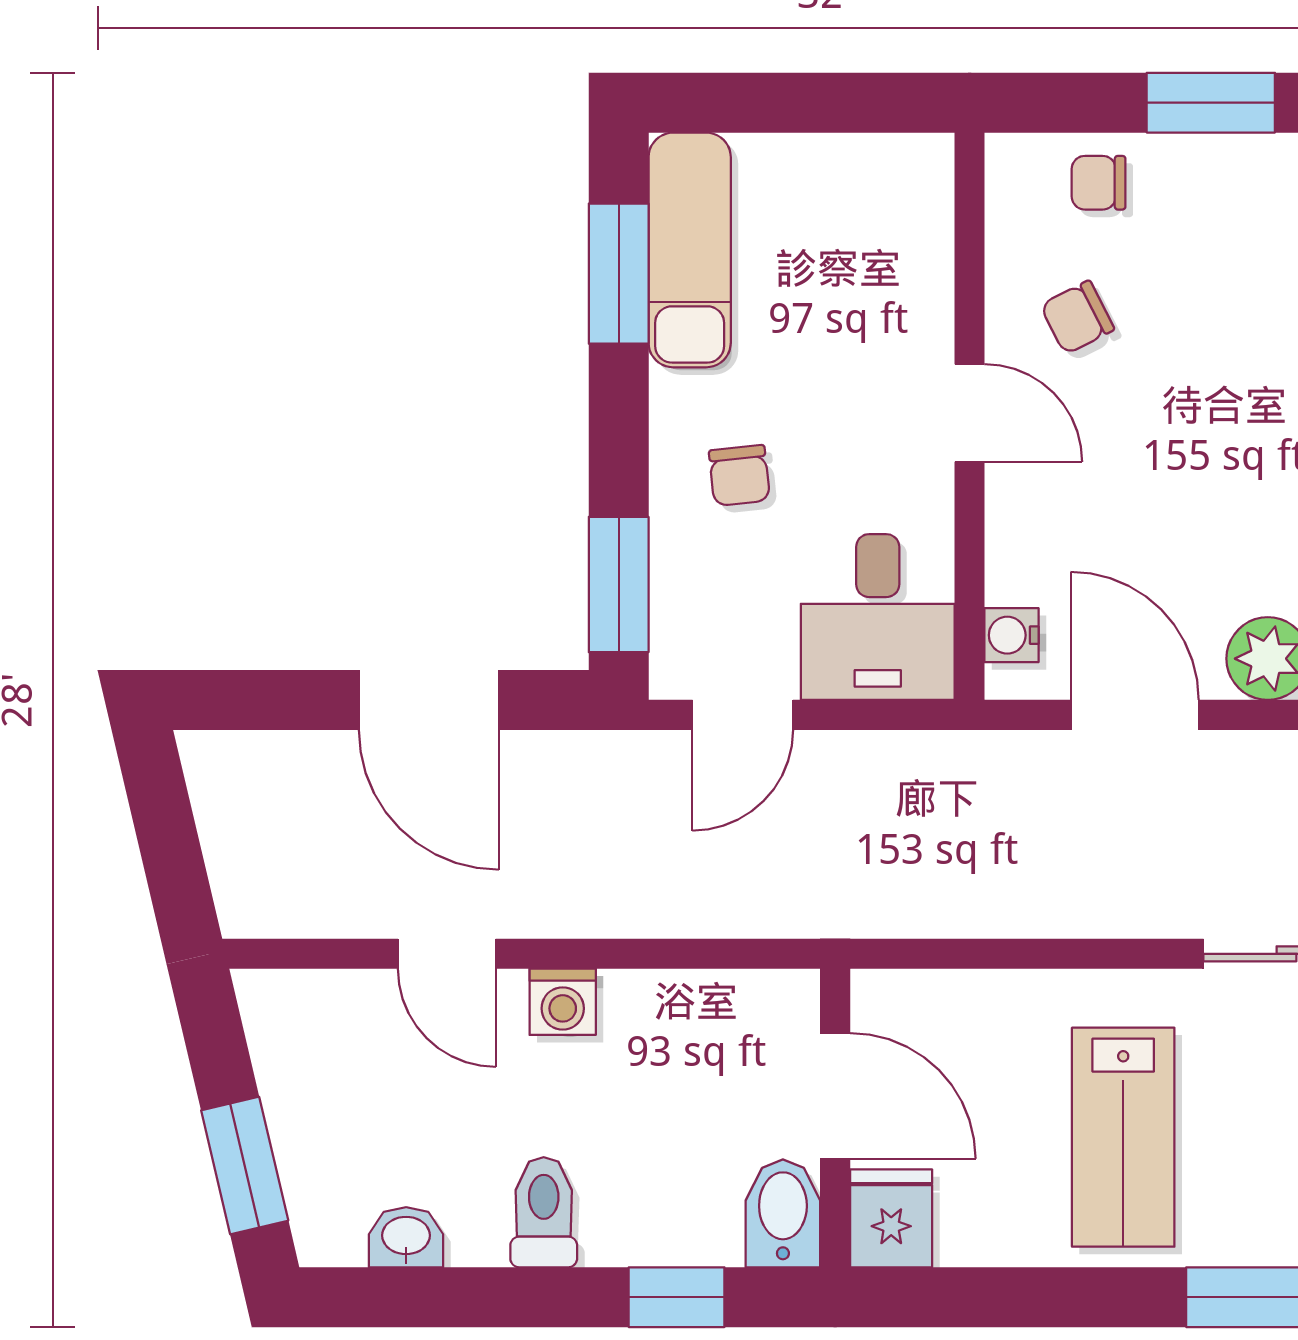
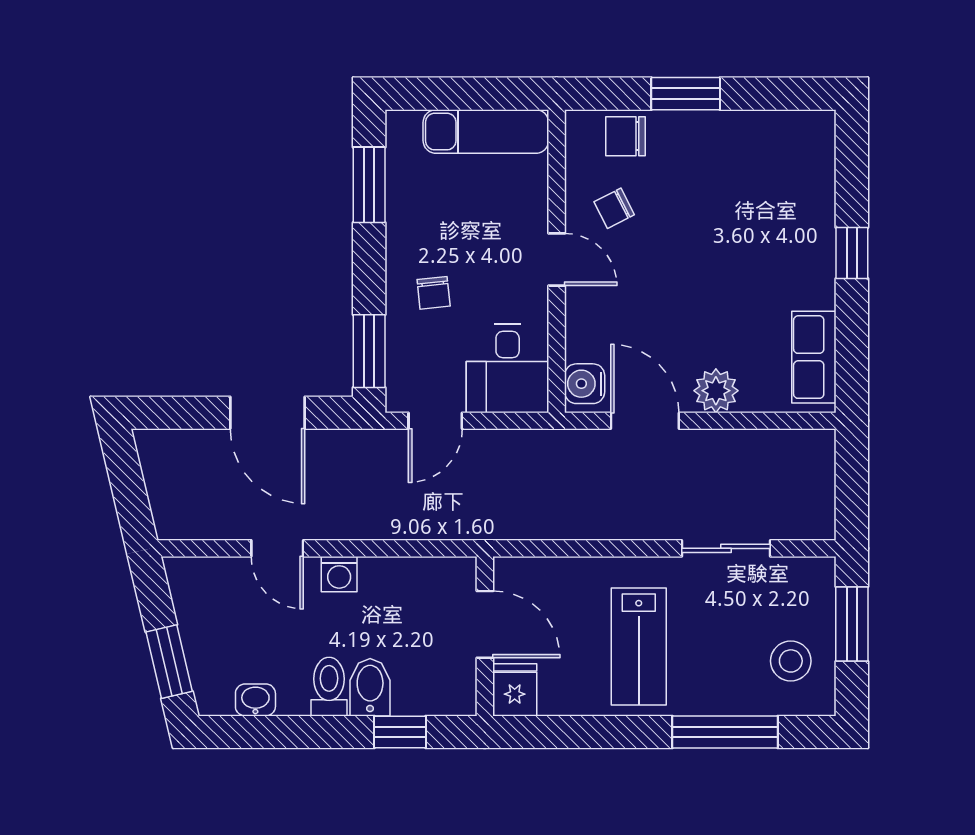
chair: (1099, 183) -> (626, 136), width x1.37, depth x1.37
exam couch: (690, 250) -> (486, 132), moved, turned 90
water cooler: (1012, 635) -> (585, 384), width x1.38, depth x1.38
bidet: (783, 1213) -> (370, 687), moved

